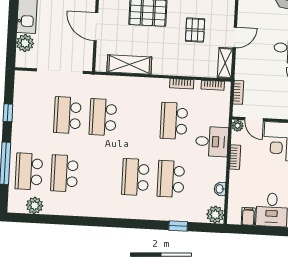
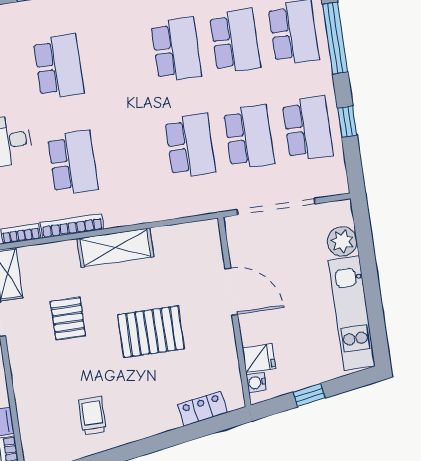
shelving: (129, 64) -> (115, 248), moved
bookcase: (182, 84) -> (72, 226), width x1.56
school desk: (32, 113) -> (308, 128), added
school desk: (135, 177) -> (176, 49), moved

